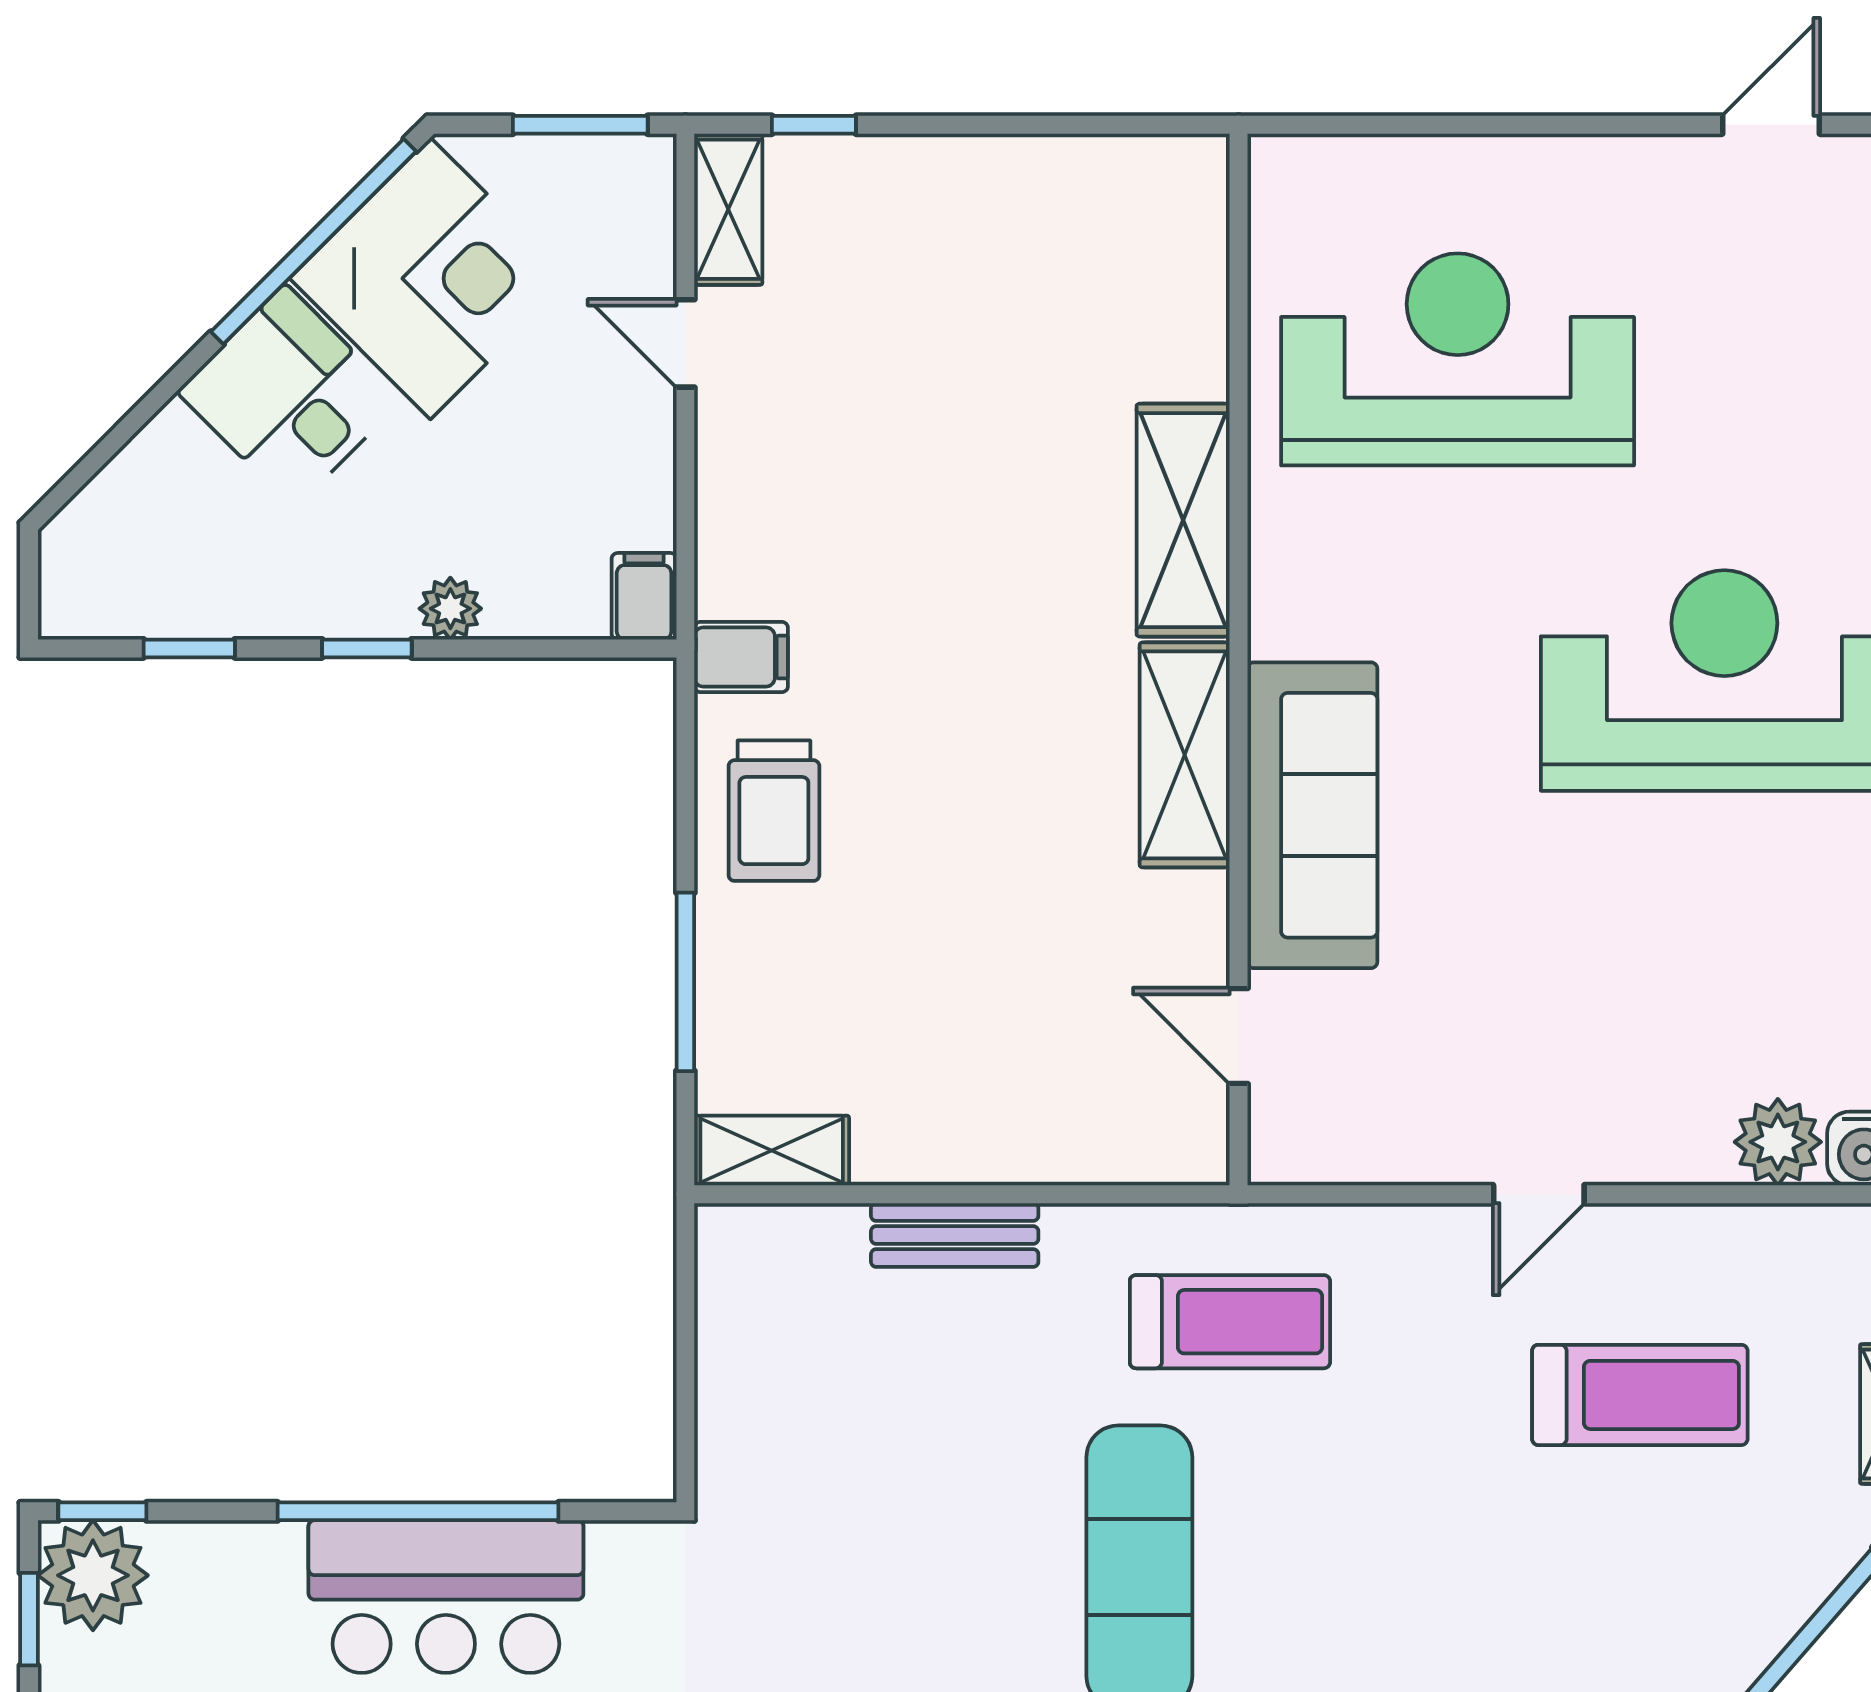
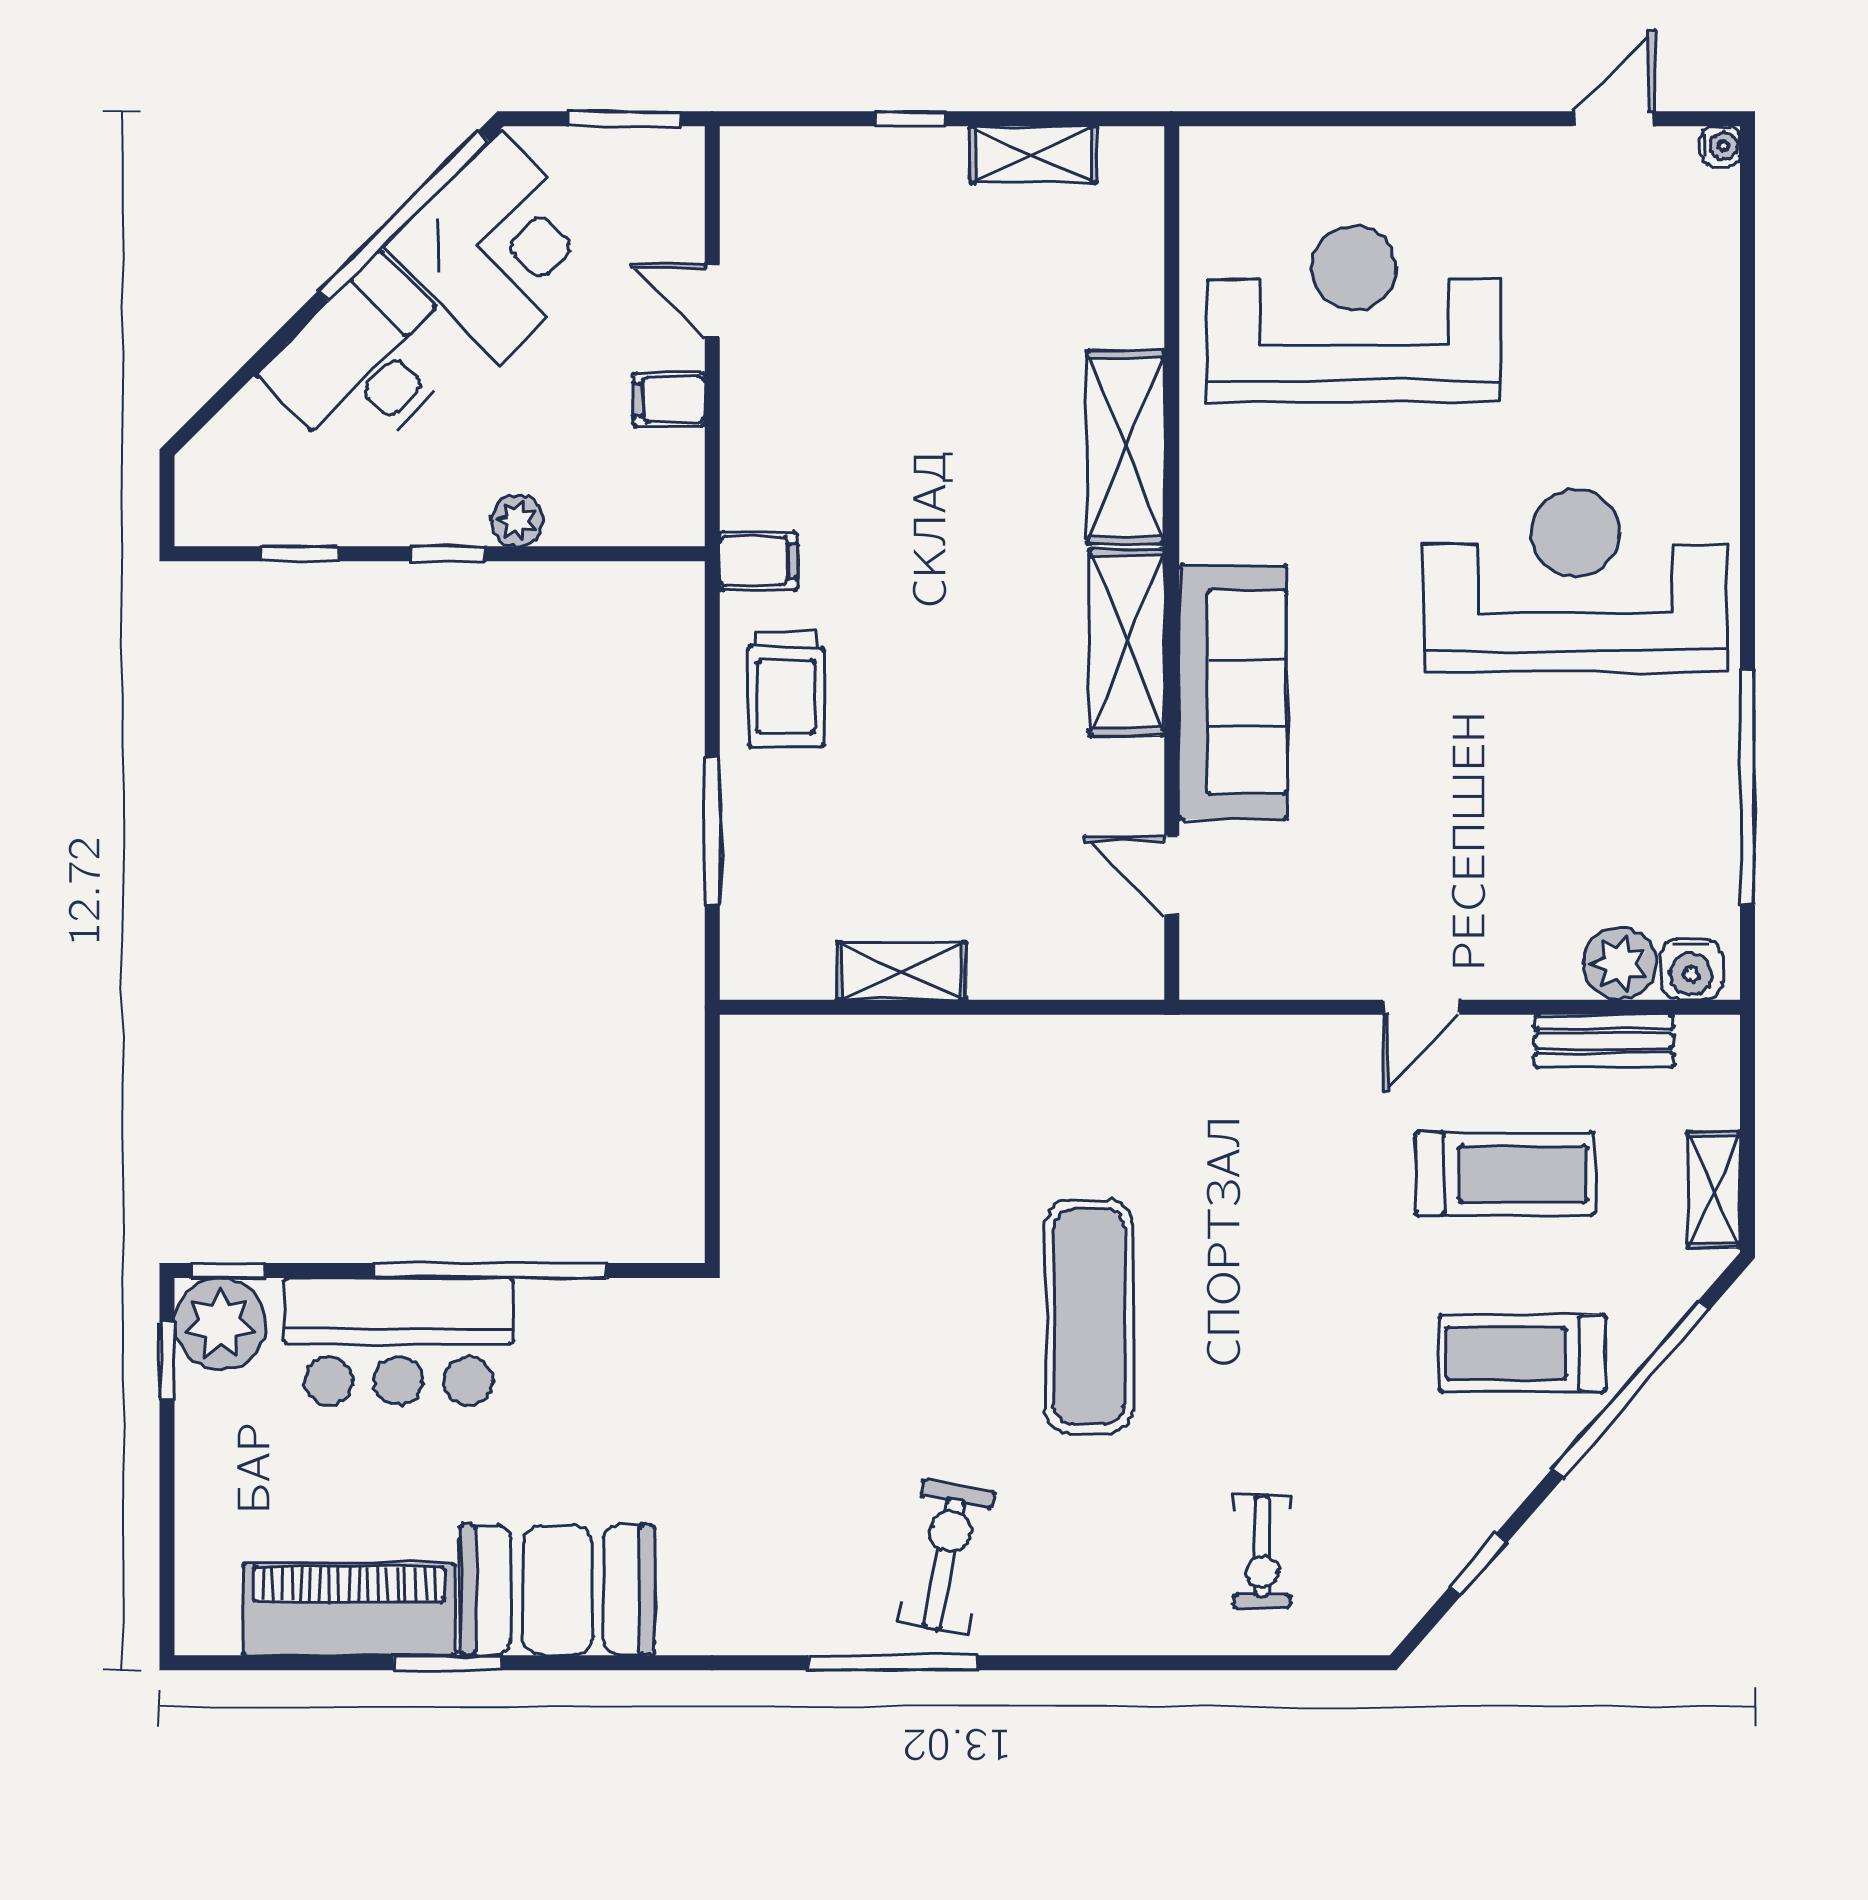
window: (814, 125) -> (911, 119), moved
shelving: (728, 209) -> (1033, 154), moved, turned 90
desk: (289, 396) -> (366, 361), width x1.37
filing cabinet: (644, 596) -> (669, 399), moved, turned -90
shelving: (772, 1151) -> (902, 971), moved
bench: (955, 1235) -> (1604, 1041), moved
treadmill: (1230, 1322) -> (1522, 1353), moved, turned 180
bar counter: (446, 1597) -> (398, 1341), moved

